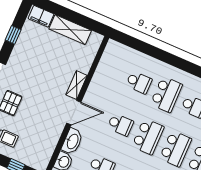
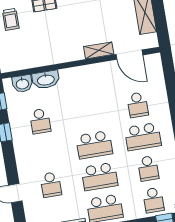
door: (74, 113) -> (129, 55), moved
school desk: (120, 125) -> (89, 113), removed

